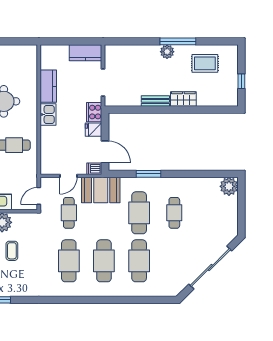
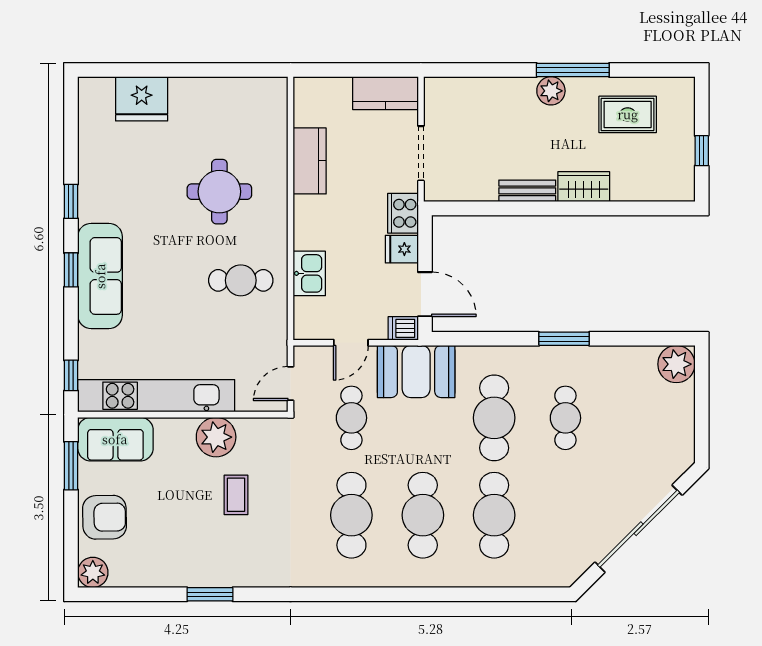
kitchen sink: (48, 114) -> (309, 273), moved
window: (149, 174) -> (564, 339), moved

